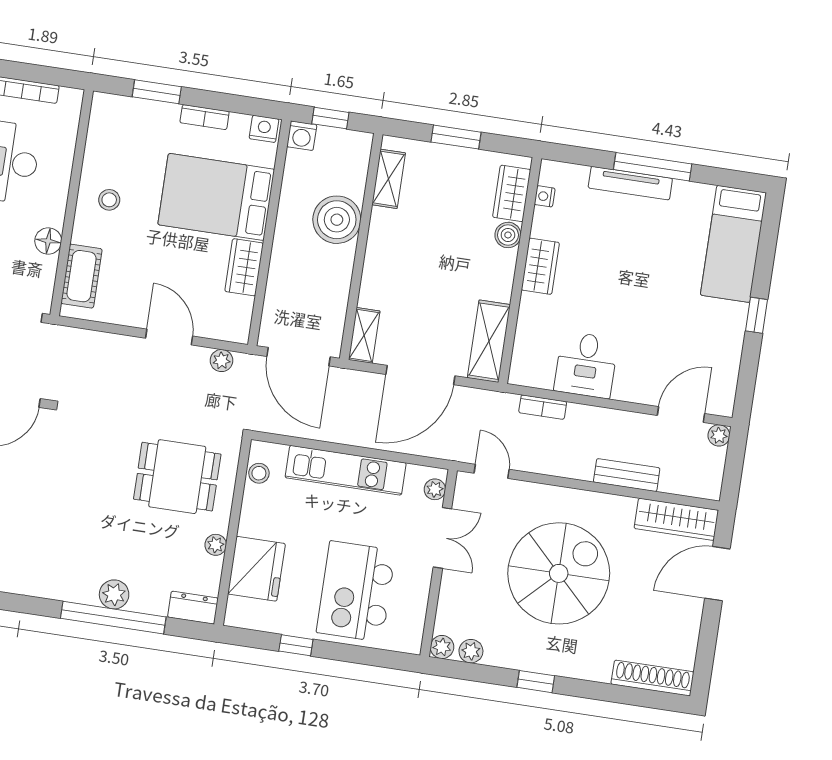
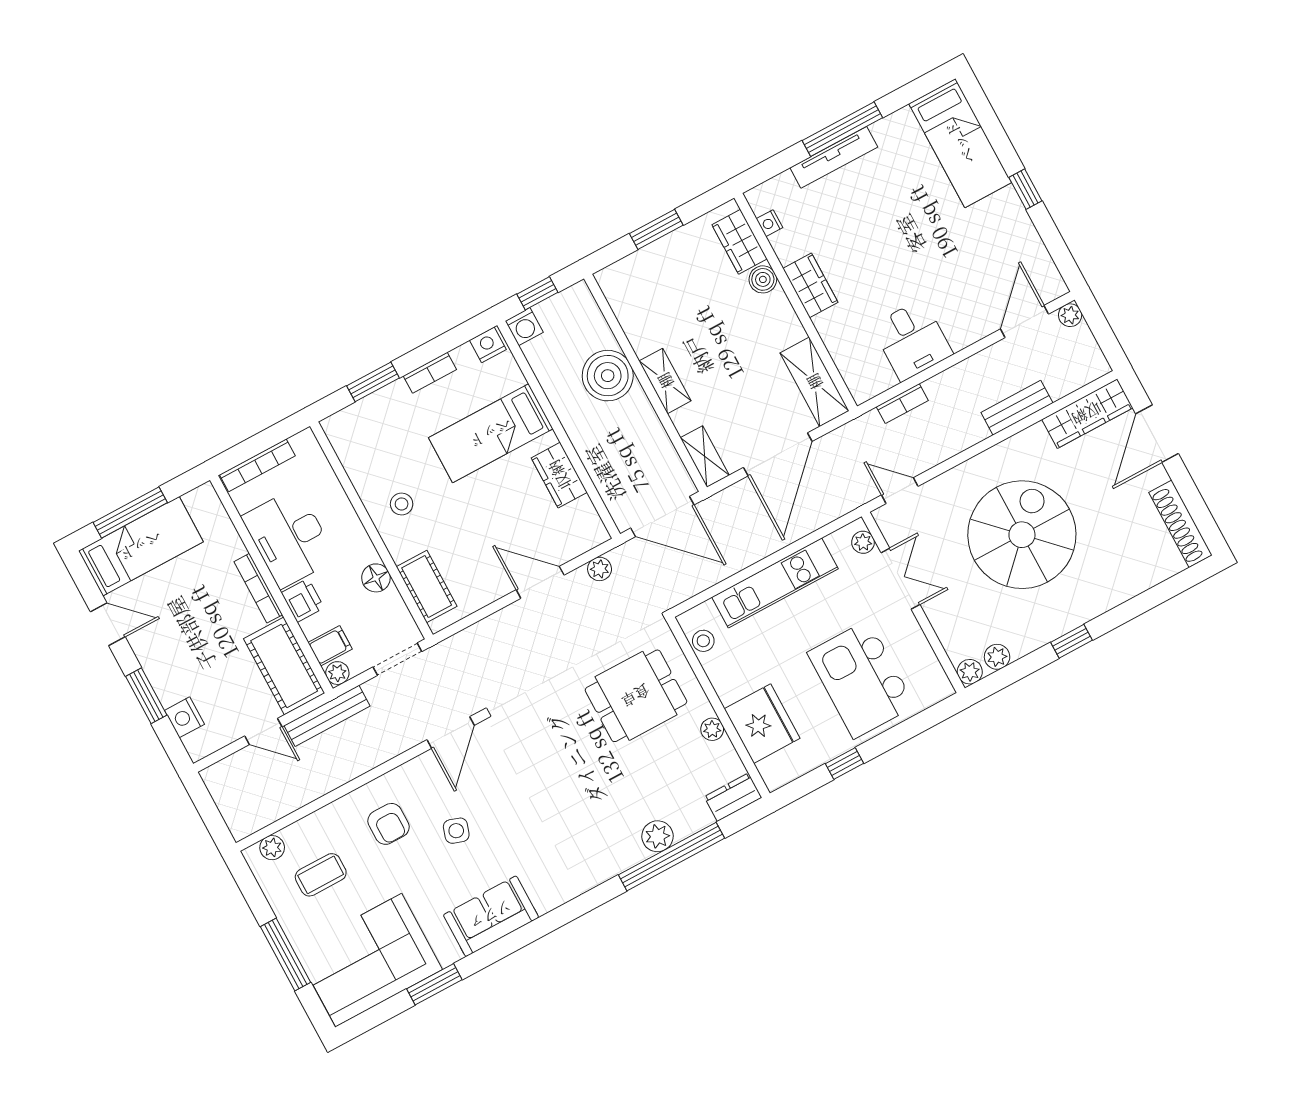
shelving: (389, 179) -> (665, 381), moved
bed: (216, 197) -> (491, 433), width x0.67
shoe rack: (652, 678) -> (1180, 524), moved, turned -90

